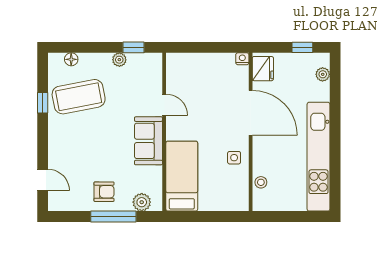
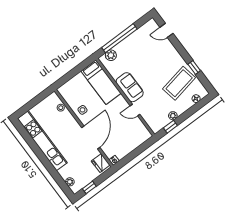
door: (251, 113) -> (91, 137), swing flipped
armchair: (104, 192) -> (133, 47), removed
window: (113, 216) -> (119, 38), width x1.46

